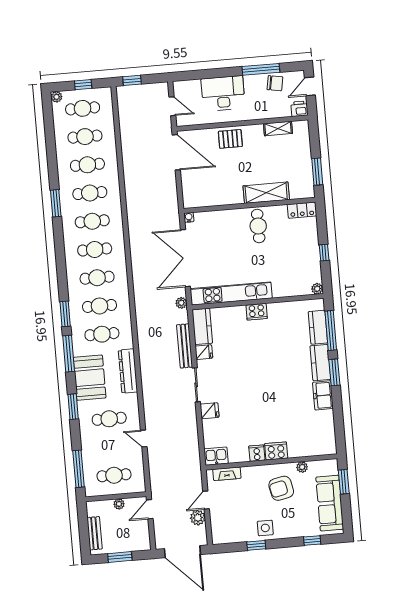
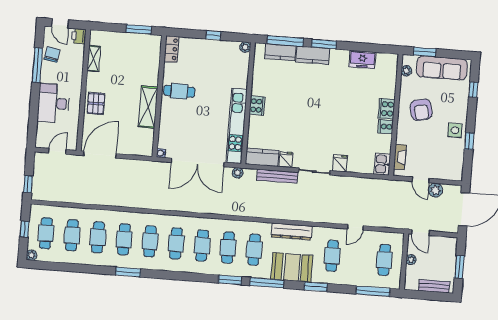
shelving: (266, 193) -> (148, 107), moved
freezer: (323, 395) -> (362, 59), moved
plant: (302, 467) -> (406, 71), moved

